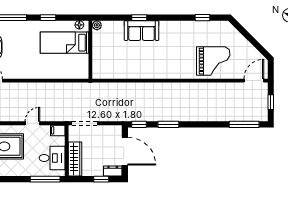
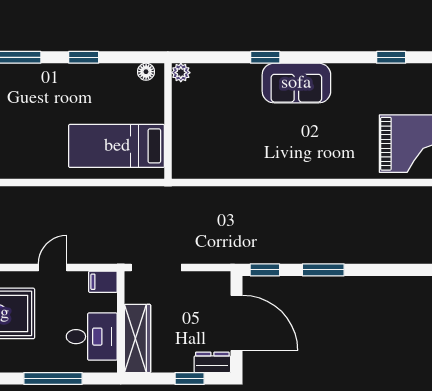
sofa: (142, 31) -> (296, 83), moved
bed: (65, 43) -> (117, 146), moved
window: (45, 179) -> (53, 378), moved

